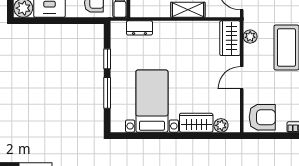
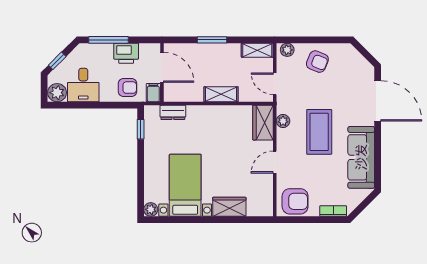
window: (107, 59) -> (141, 129), moved
window: (107, 93) -> (141, 177), removed
plant: (221, 125) -> (151, 209), moved

